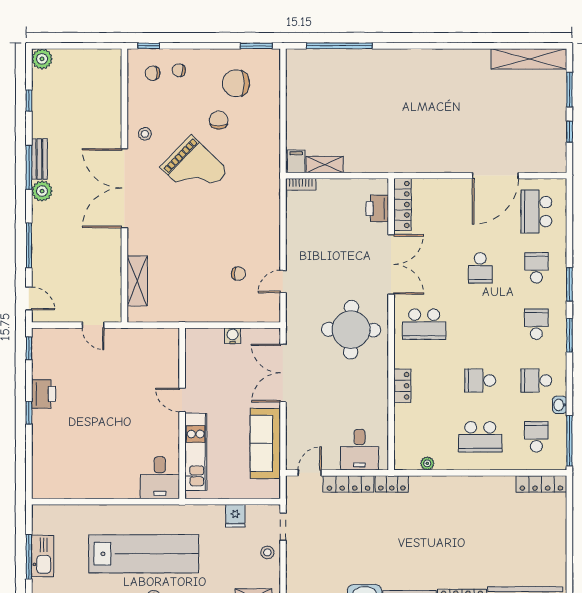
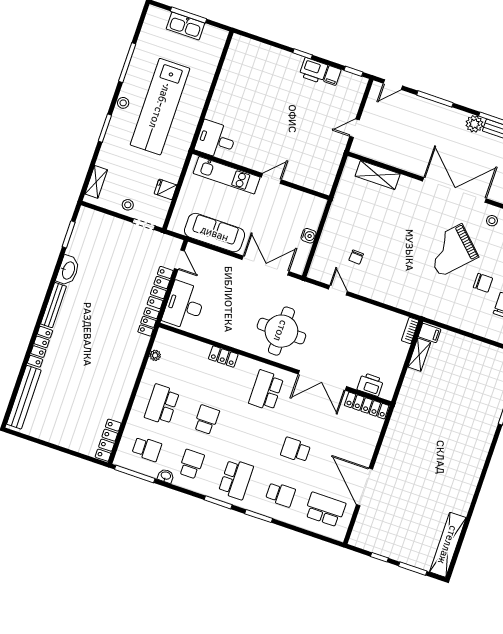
school desk: (536, 324) -> (236, 479), width x1.85
filing cabinet: (42, 370) -> (332, 75), added
desk: (360, 450) -> (184, 305), width x1.37

